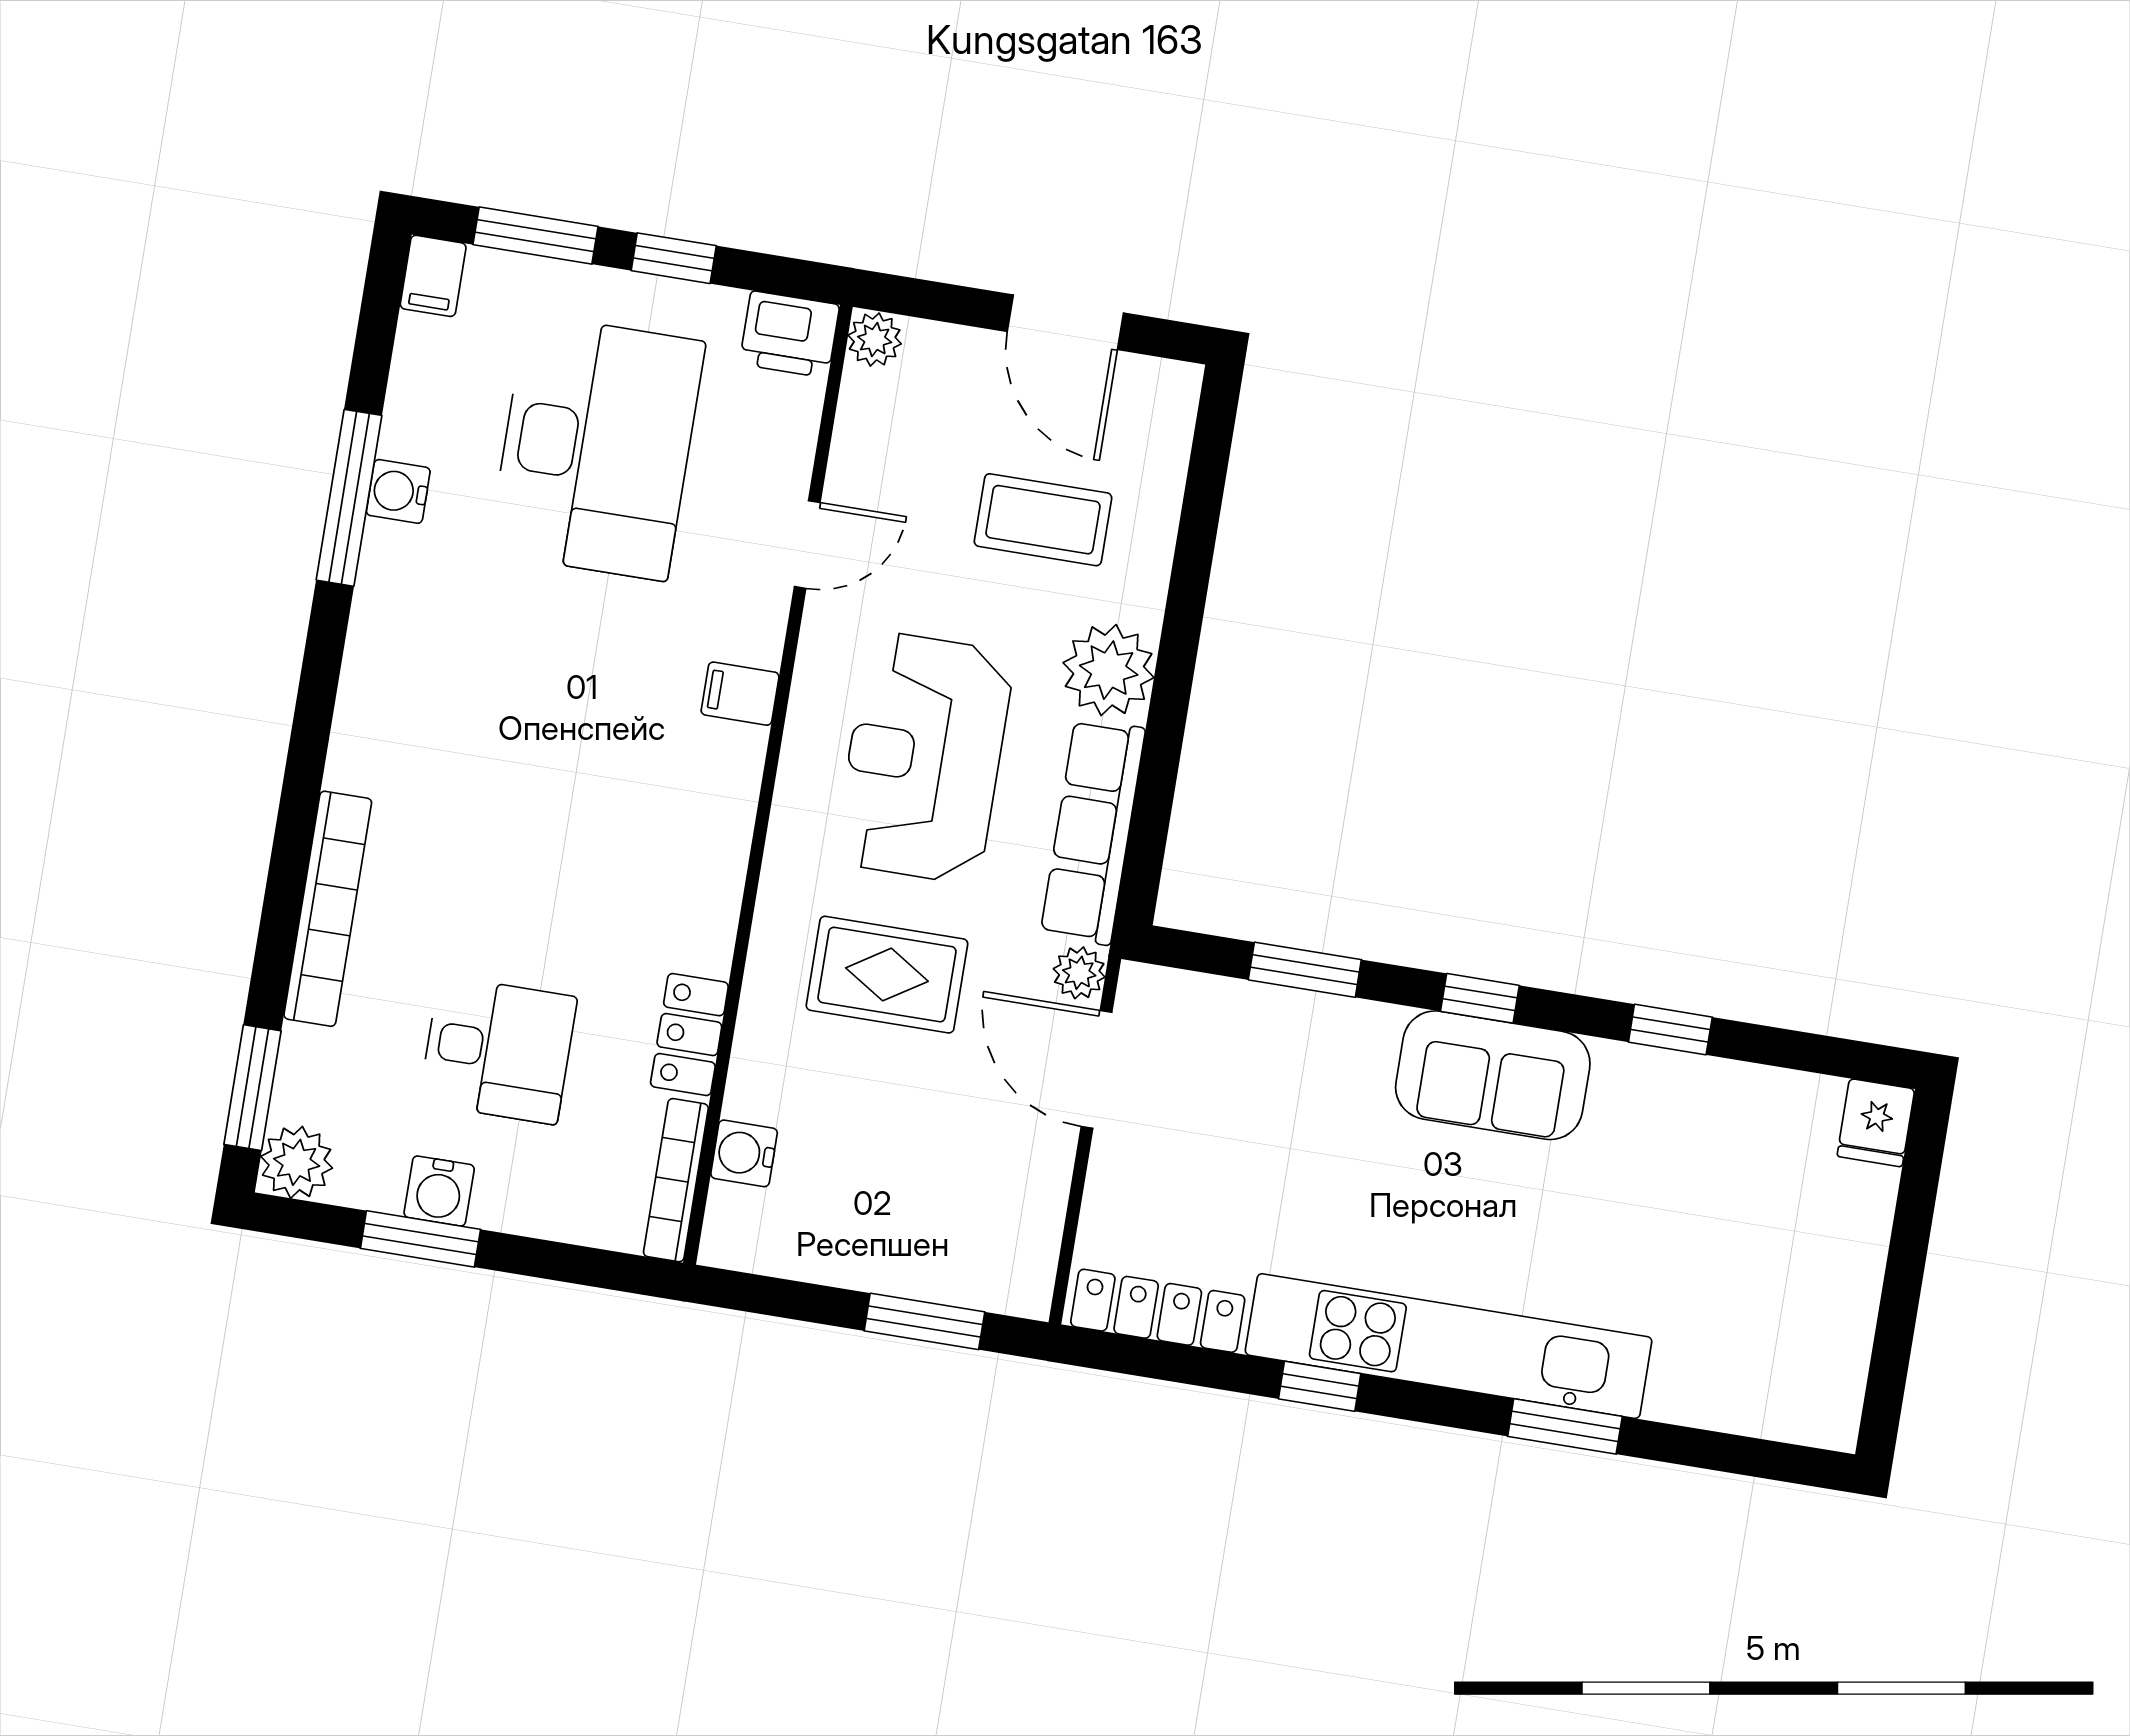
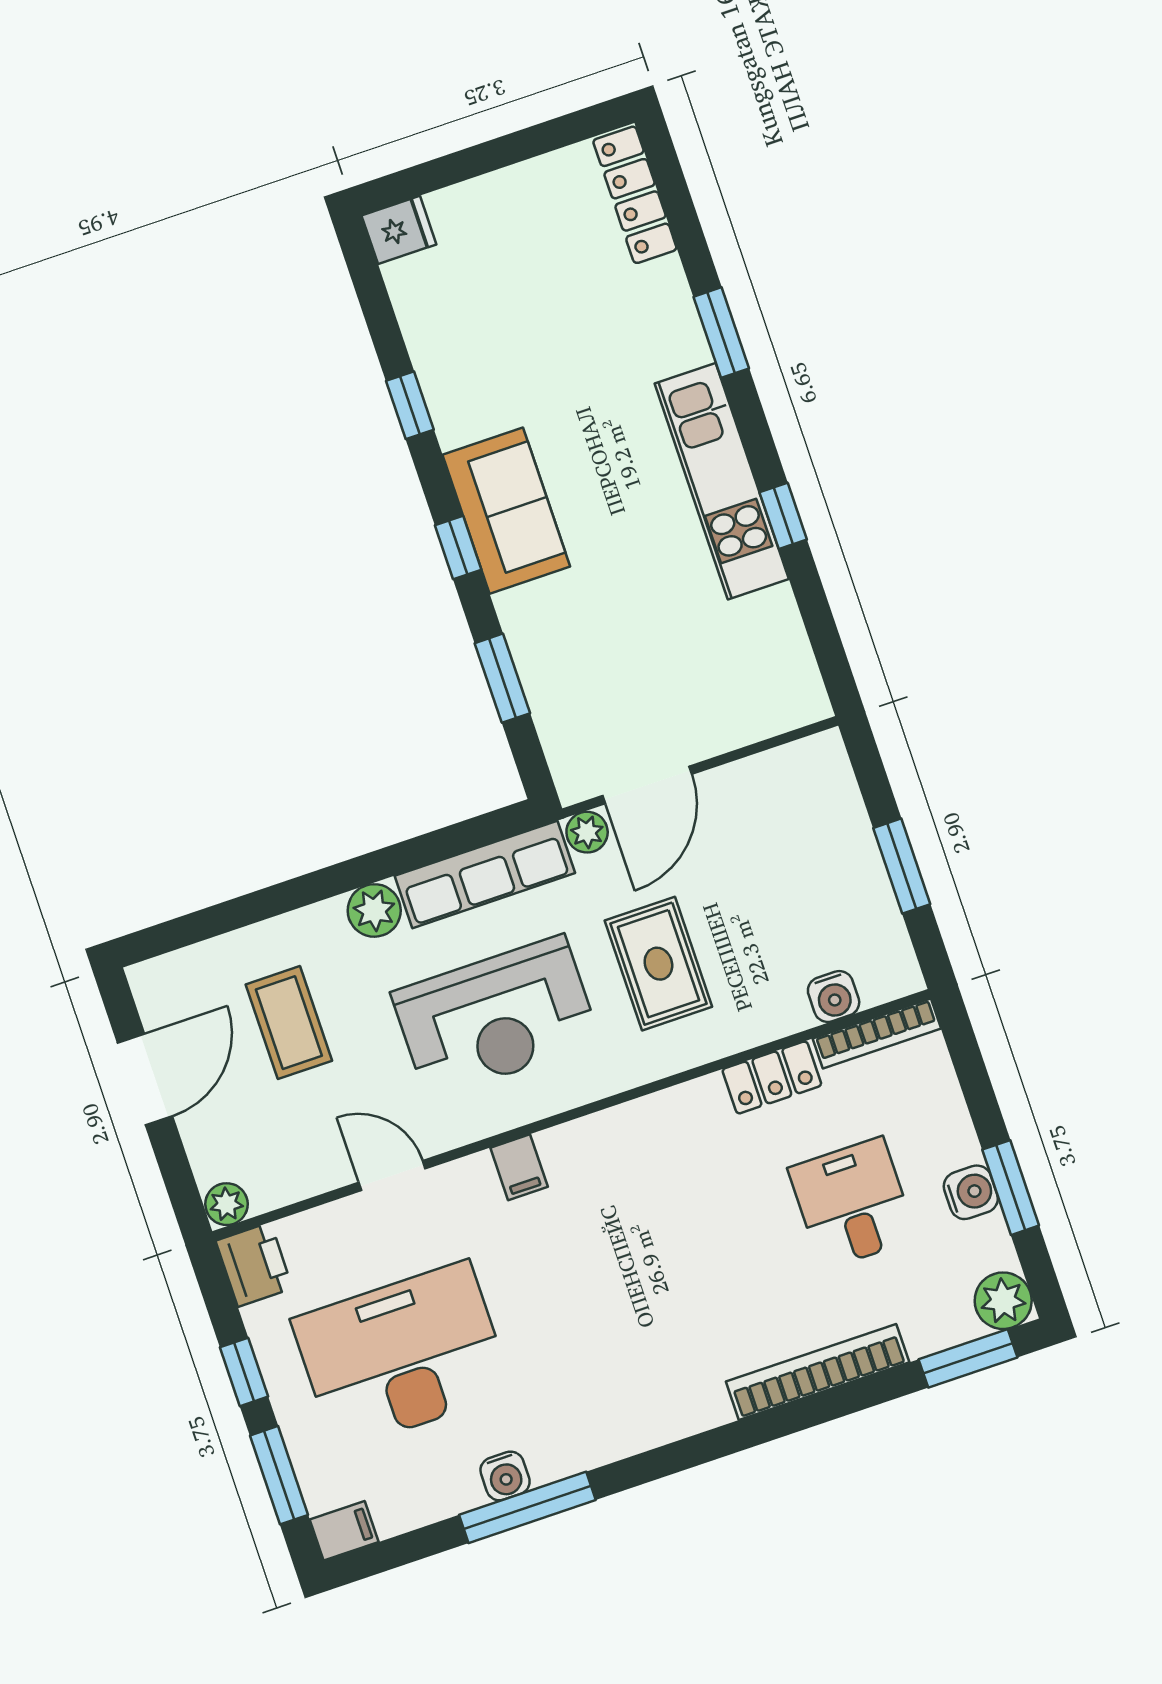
plant: (1109, 670) -> (374, 910), width x0.73, depth x0.73
locker: (1158, 1311) -> (635, 195), moved
window: (924, 1321) -> (902, 866), moved
kitchen unit: (1449, 1346) -> (722, 481), width x0.73

